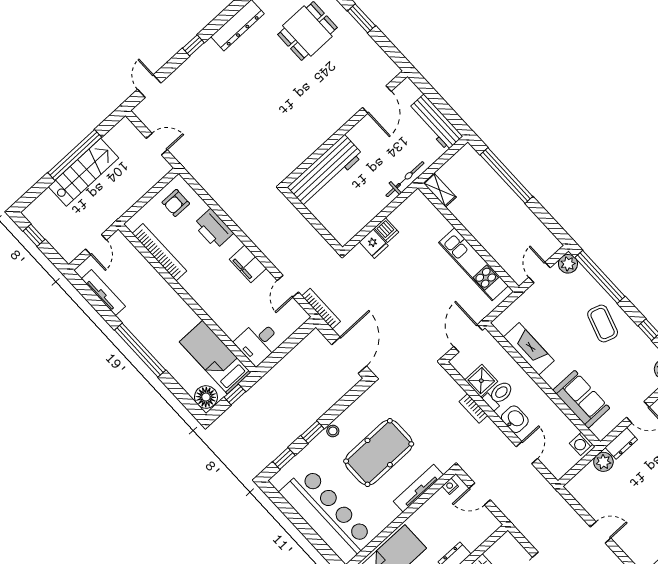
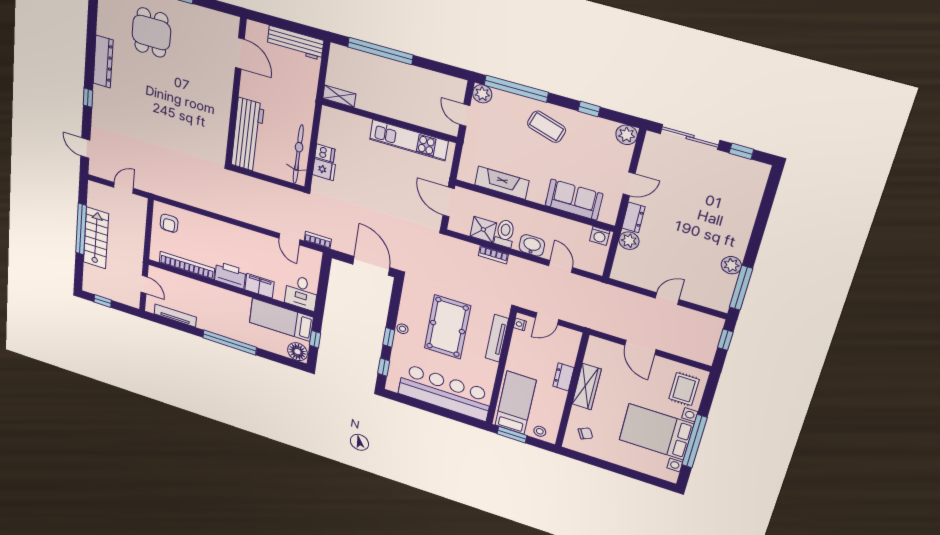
bicycle: (405, 179) -> (298, 154), moved, width x1.37, depth x1.40
printer: (213, 229) -> (230, 275), moved, turned 180
filing cabinet: (248, 264) -> (259, 286), moved, turned 180
bookcase: (321, 309) -> (318, 240), width x0.64

